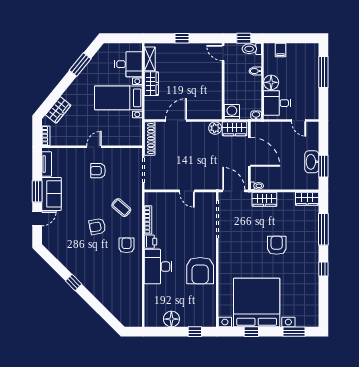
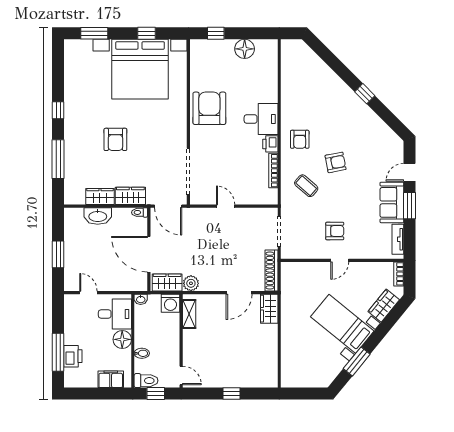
filing cabinet: (280, 50) -> (111, 379), width x2.00
shelving: (150, 59) -> (189, 314), moved
desk: (128, 64) -> (297, 362), removed
printer: (311, 69) -> (73, 356), added
wardrobe: (151, 84) -> (269, 309), moved
bed with nightstands: (118, 98) -> (342, 324), moved, turned -141
washbasin: (312, 162) -> (98, 216), moved, turned 90
window: (323, 166) -> (58, 254), moved
wardrobe: (307, 199) -> (100, 196), moved
desk: (158, 267) -> (261, 119), width x0.73

